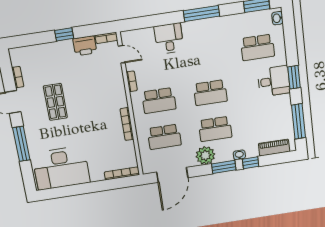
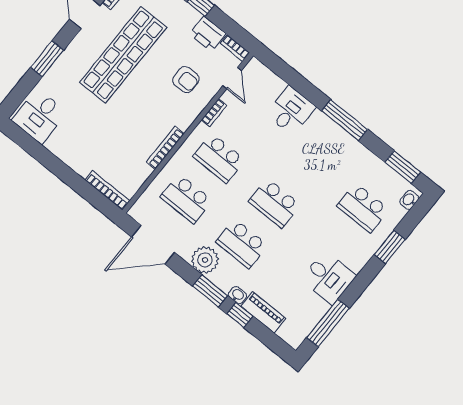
window: (294, 77) -> (390, 247), moved
armchair: (100, 80) -> (186, 80), added
desk: (274, 81) -> (328, 278), moved
shop shelf: (55, 102) -> (123, 55), width x2.00, depth x1.36
window: (21, 144) -> (47, 59), width x0.69
piano: (274, 148) -> (263, 312), moved
desk: (61, 168) -> (40, 116), width x0.53, depth x0.77

